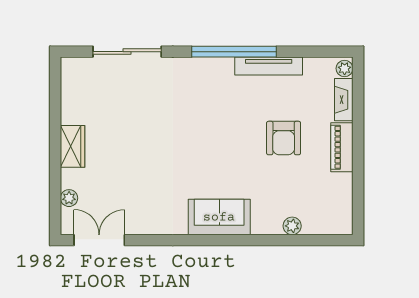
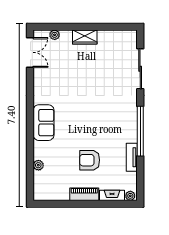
tv unit: (269, 66) -> (132, 157), width x0.71

